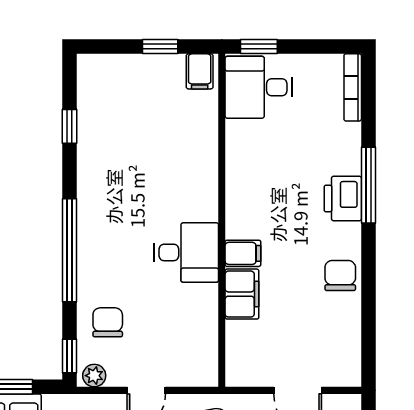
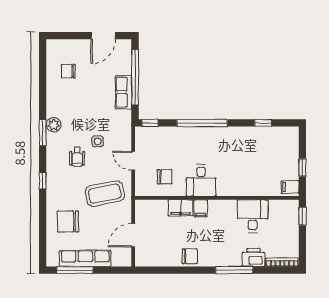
desk: (259, 87) -> (253, 216), moved
printer: (343, 199) -> (254, 257), moved
chair: (108, 322) -> (165, 177), moved
plant: (94, 376) -> (140, 135), removed

